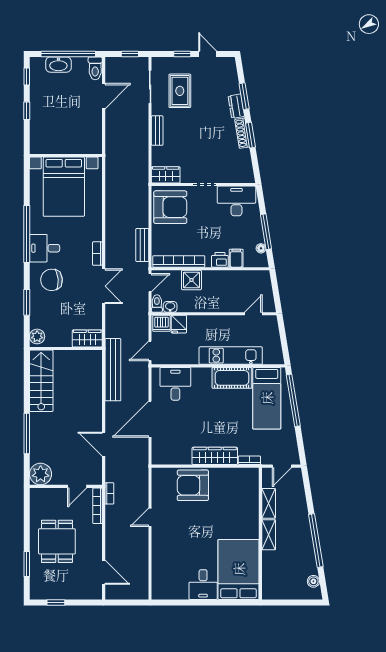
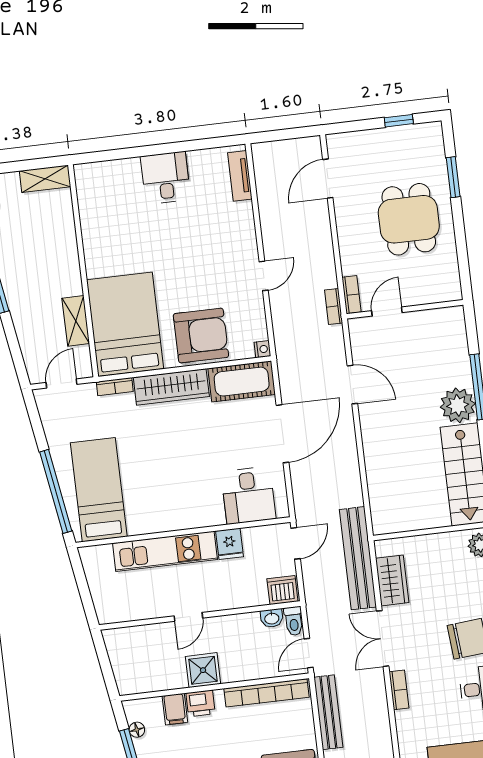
bench: (142, 245) -> (328, 712), width x1.36
shower: (191, 280) -> (203, 670), moved
door: (253, 314) -> (188, 617), moved
fridge: (179, 324) -> (230, 544), moved, turned 180
wardrobe: (87, 338) -> (392, 580), moved, turned -90
bench: (113, 370) -> (358, 558), moved
cot: (232, 378) -> (242, 382), moved
nightstand: (156, 472) -> (262, 349), added
plant: (41, 474) -> (458, 405), moved
bookcase: (98, 506) -> (351, 295), width x0.64
shelving: (269, 535) -> (45, 179), moved, turned 90
bed: (239, 569) -> (125, 324), moved, turned 180
door: (104, 572) -> (328, 179), hinge flipped
tv unit: (157, 580) -> (240, 176), added

